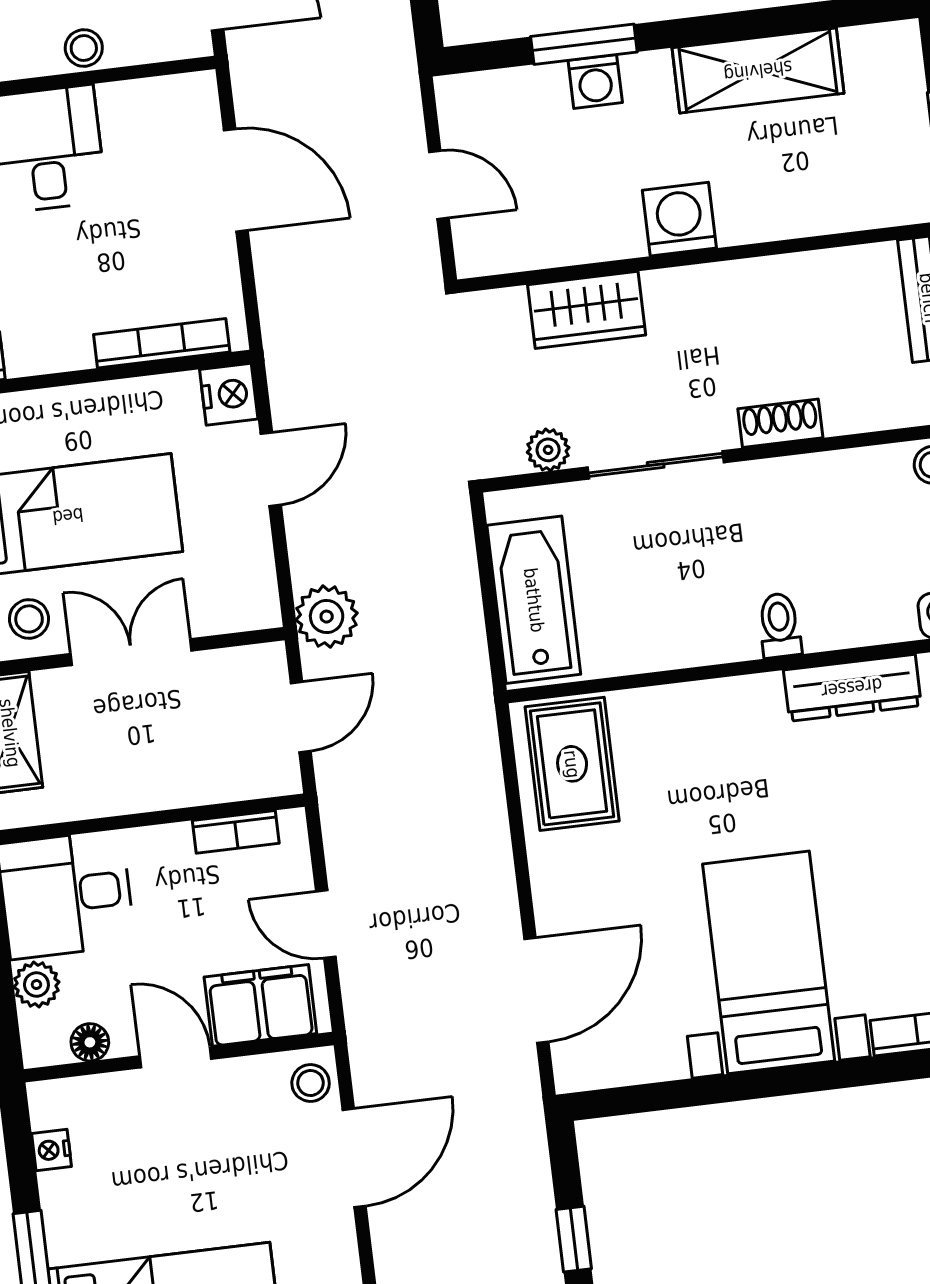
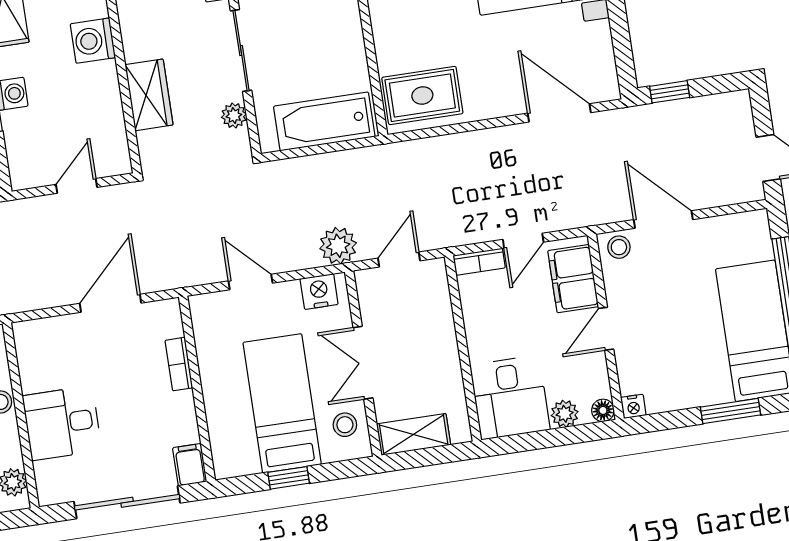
door: (236, 180) -> (110, 303), moved
bookcase: (162, 343) -> (179, 364), width x0.64
nightstand: (229, 394) -> (319, 292), moved
door: (301, 717) -> (399, 260), hinge flipped
bookcase: (236, 832) -> (479, 262), moved, turned 90
floor lamp: (90, 1042) -> (603, 410), moved
nightstand: (51, 1150) -> (633, 406), moved
window: (574, 1239) -> (670, 92), moved

